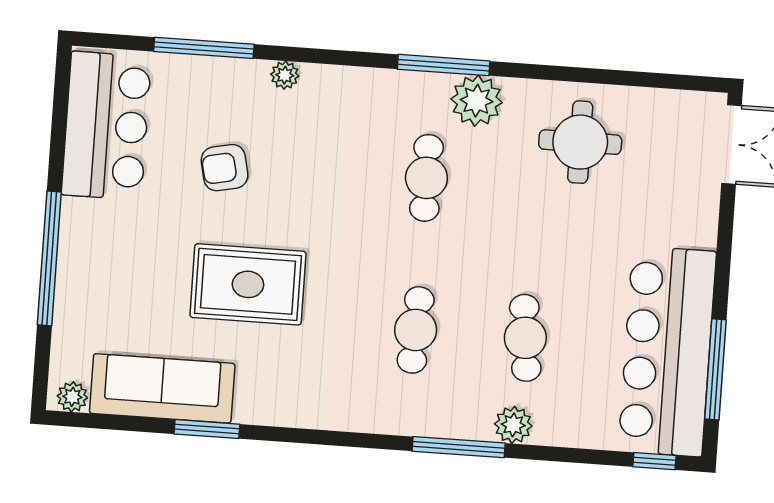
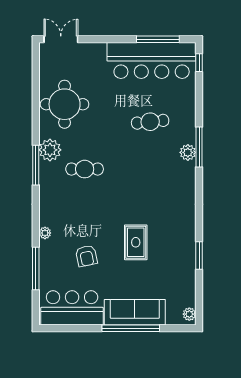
round table: (580, 142) -> (65, 104), width x1.36, depth x1.36
rug: (248, 284) -> (136, 242), width x0.73, depth x0.70
cafe table: (416, 330) -> (150, 169), removed
sofa: (162, 388) -> (135, 312), moved, turned 90
plant: (513, 425) -> (188, 152), moved

